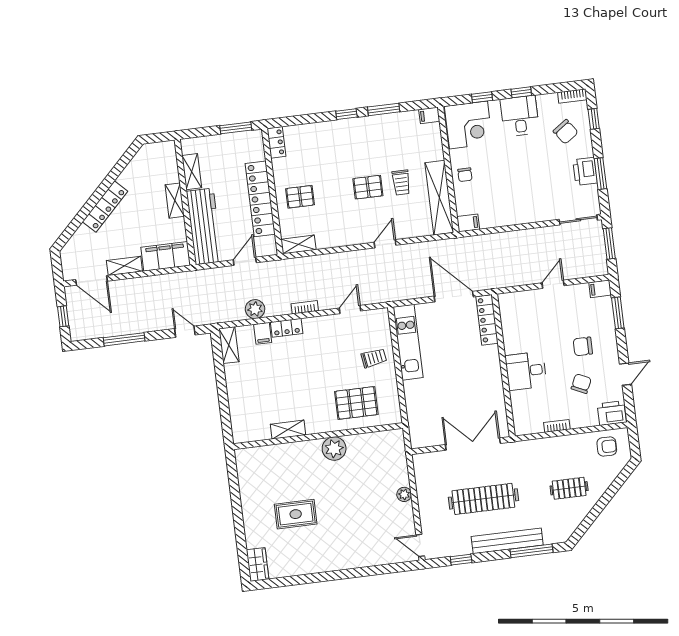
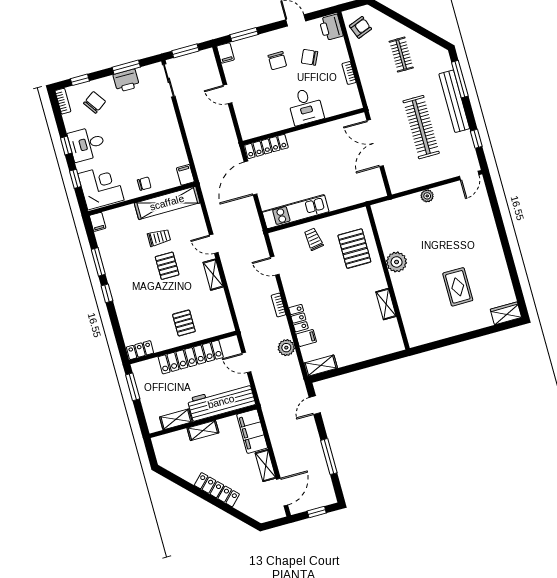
shelving: (298, 244) -> (213, 275), moved
armchair: (607, 446) -> (360, 27), turned 69

